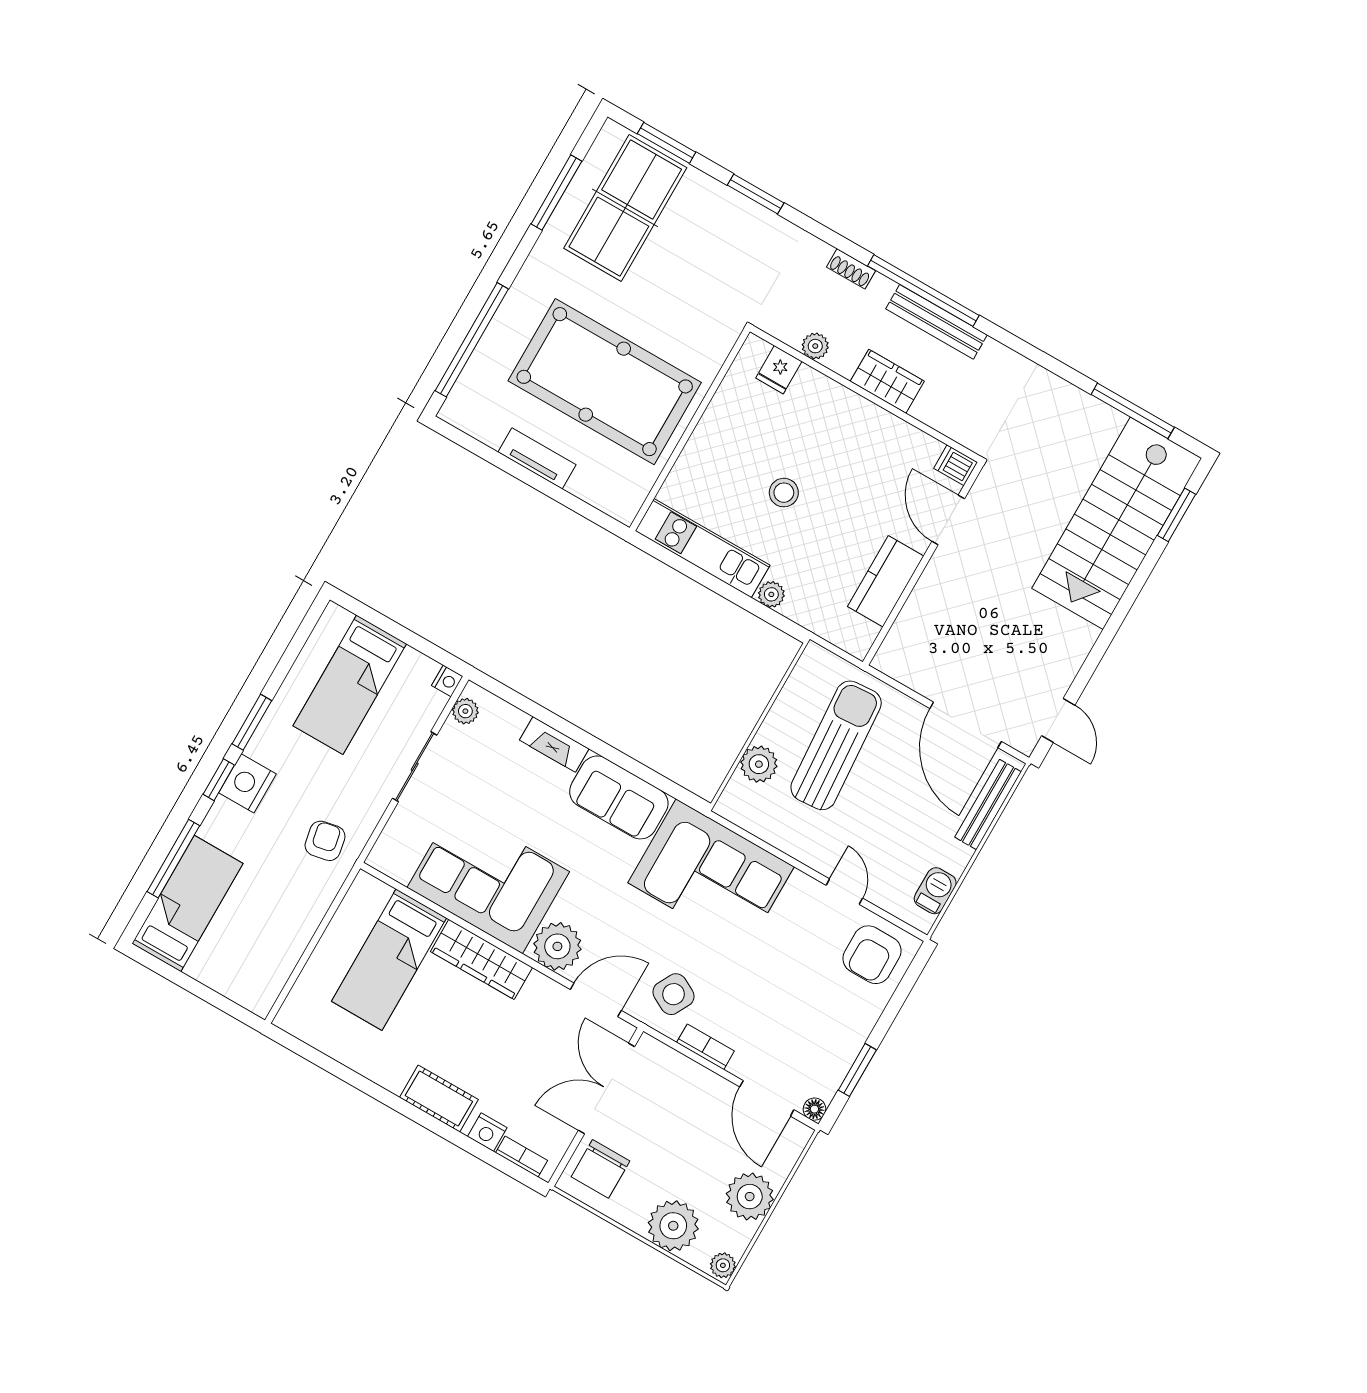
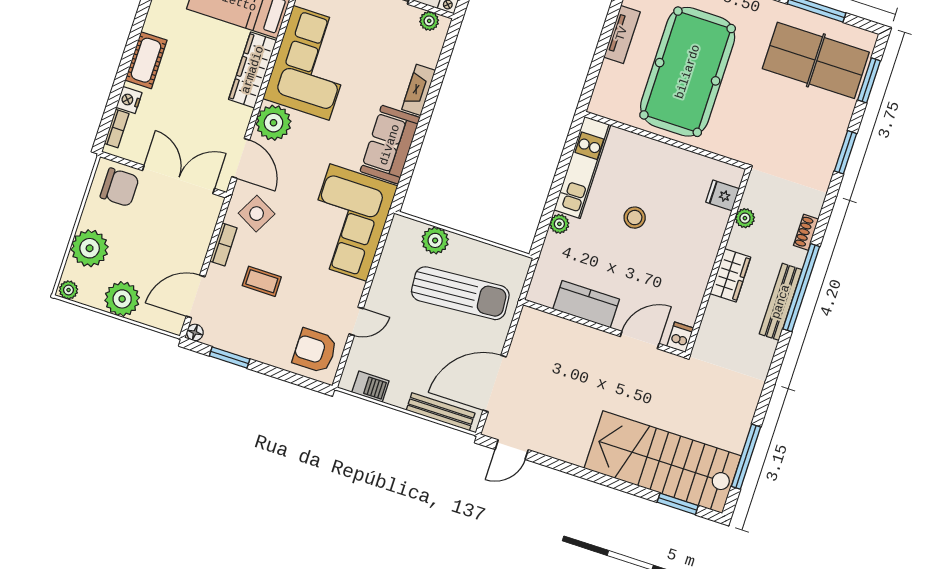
coffee table: (765, 1006) -> (262, 281), added
chair: (601, 1169) -> (120, 187), turned 180

